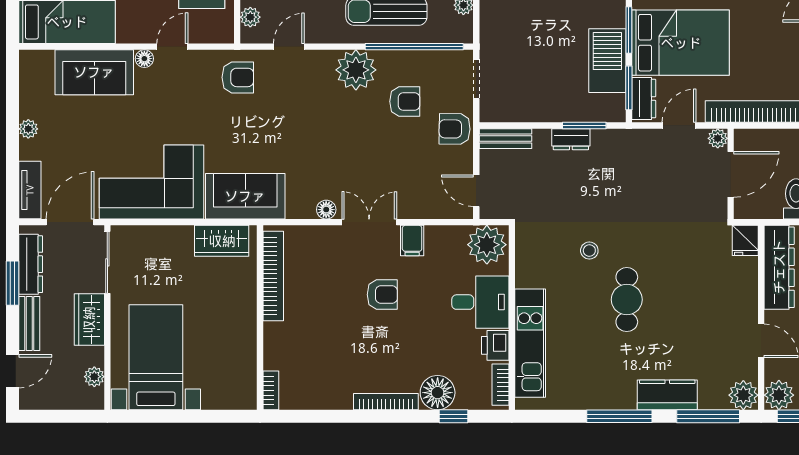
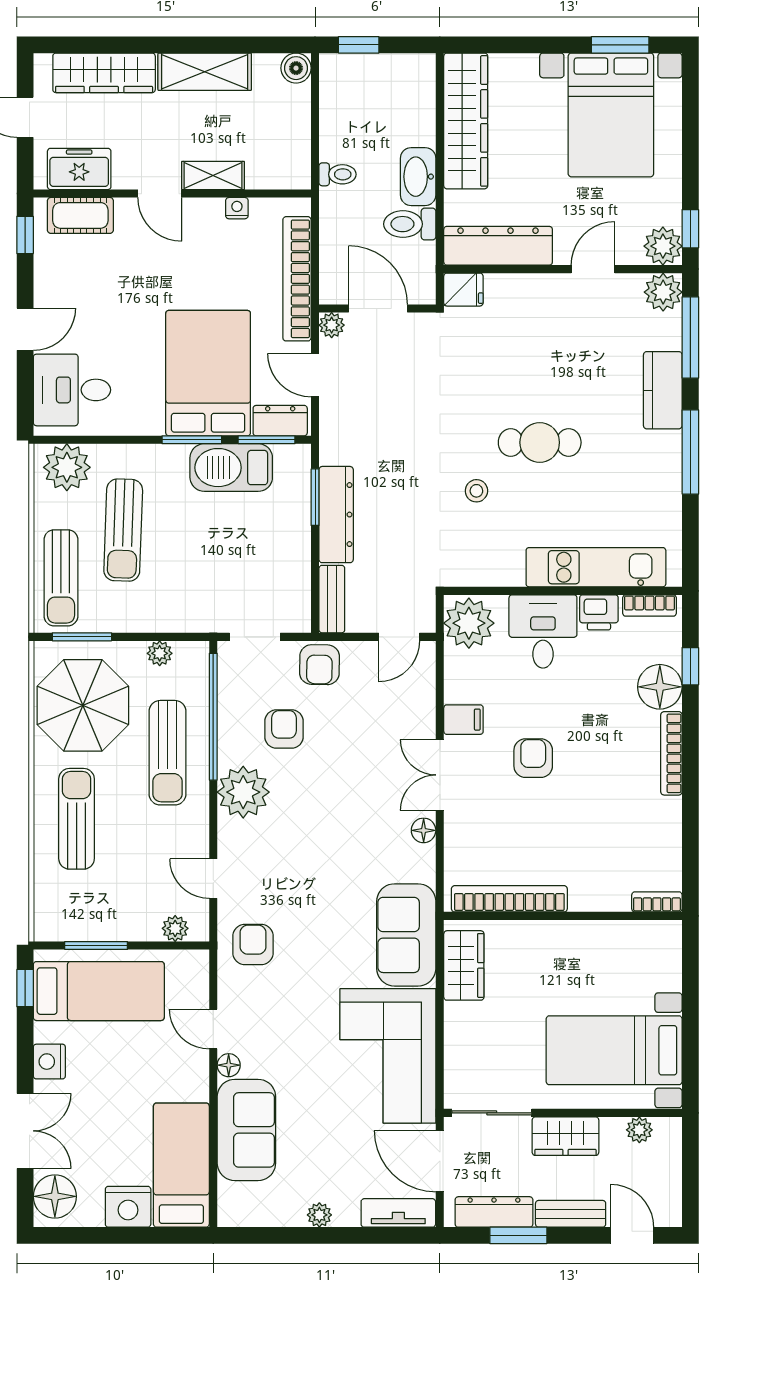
dresser: (571, 139) -> (336, 515), width x1.96, depth x1.24

